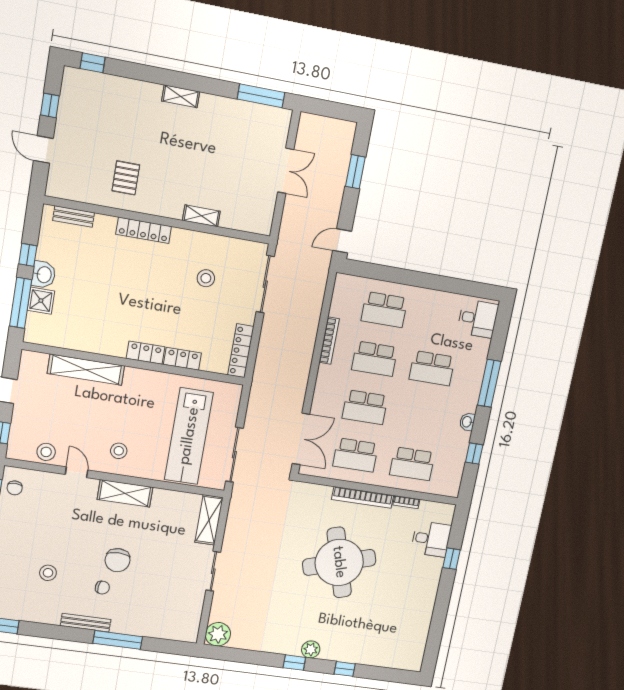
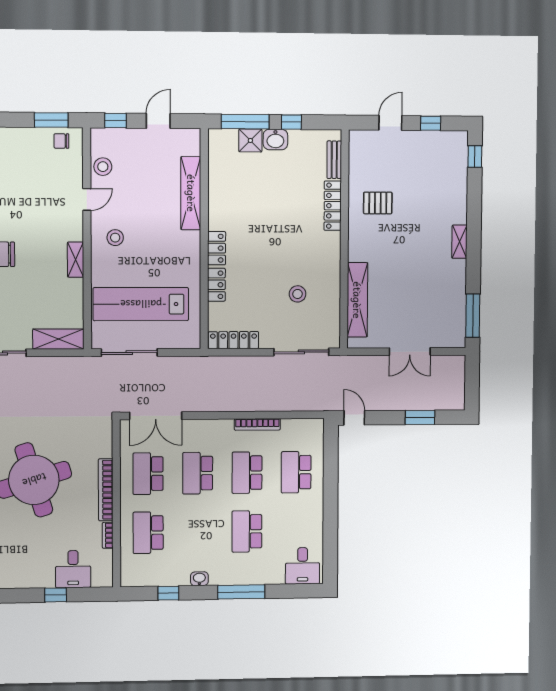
shelving: (201, 216) -> (357, 300), width x2.20, depth x1.33
locker: (144, 230) -> (333, 206), moved
shelving: (125, 493) -> (76, 260), width x0.67, depth x0.75

